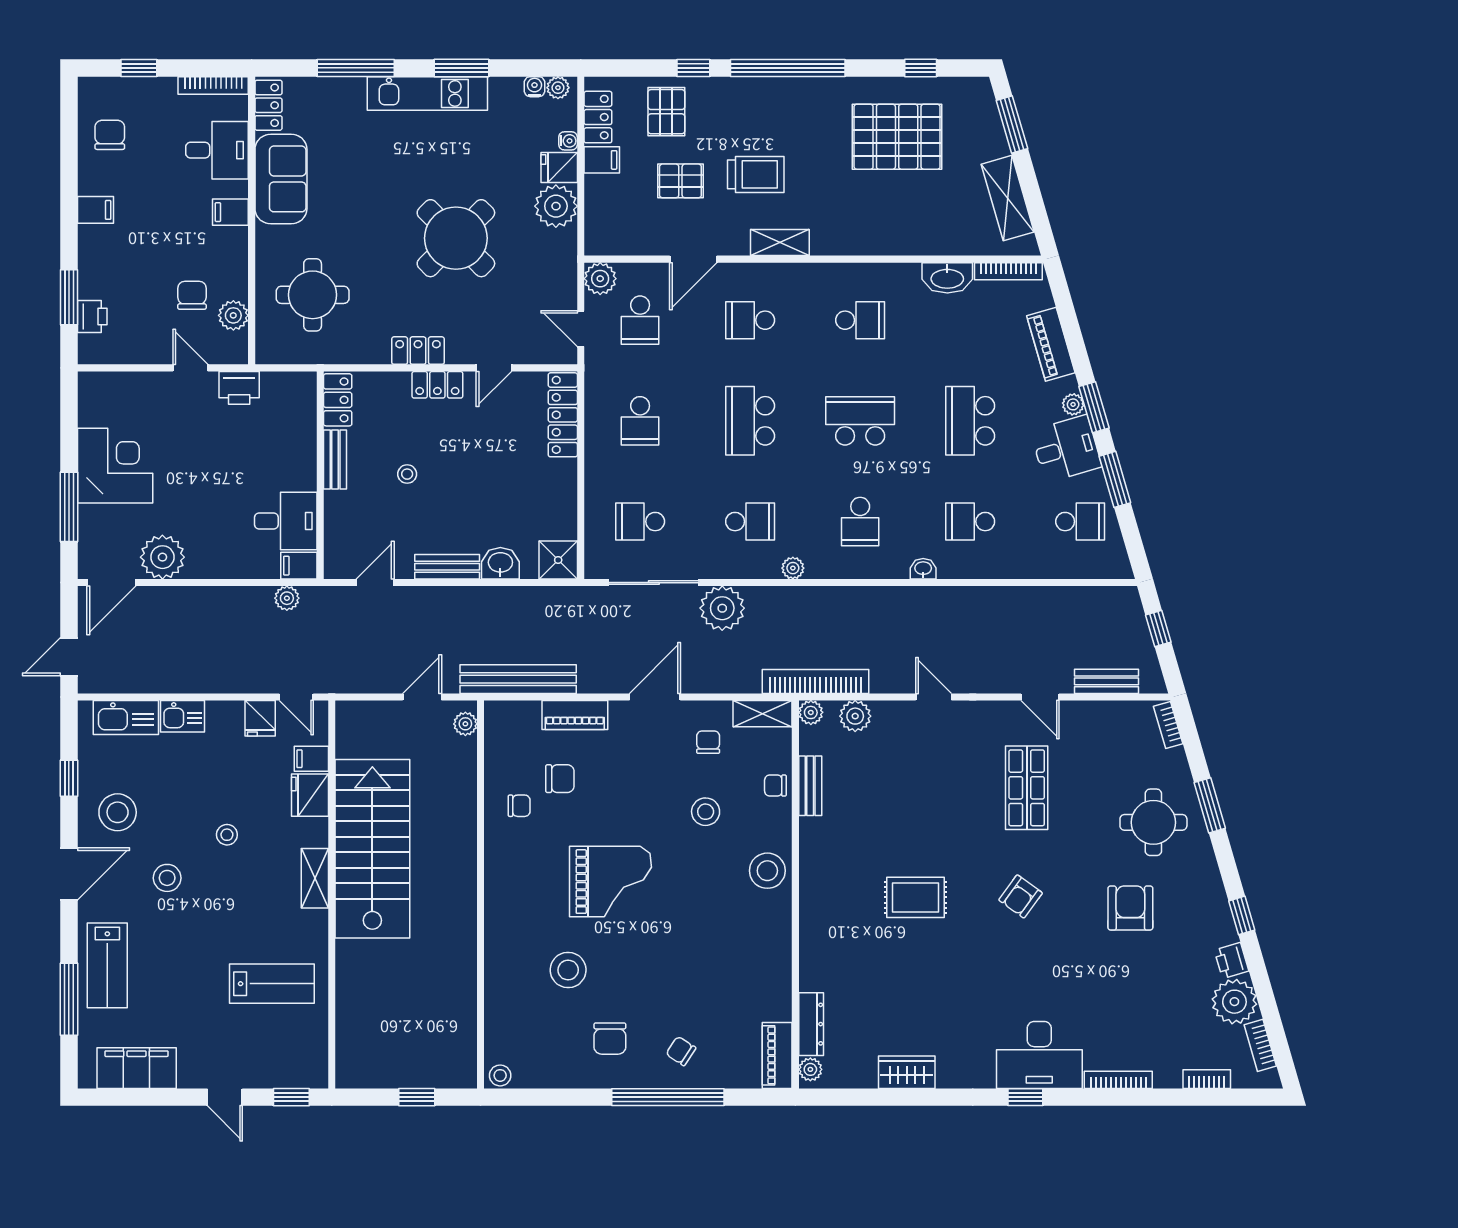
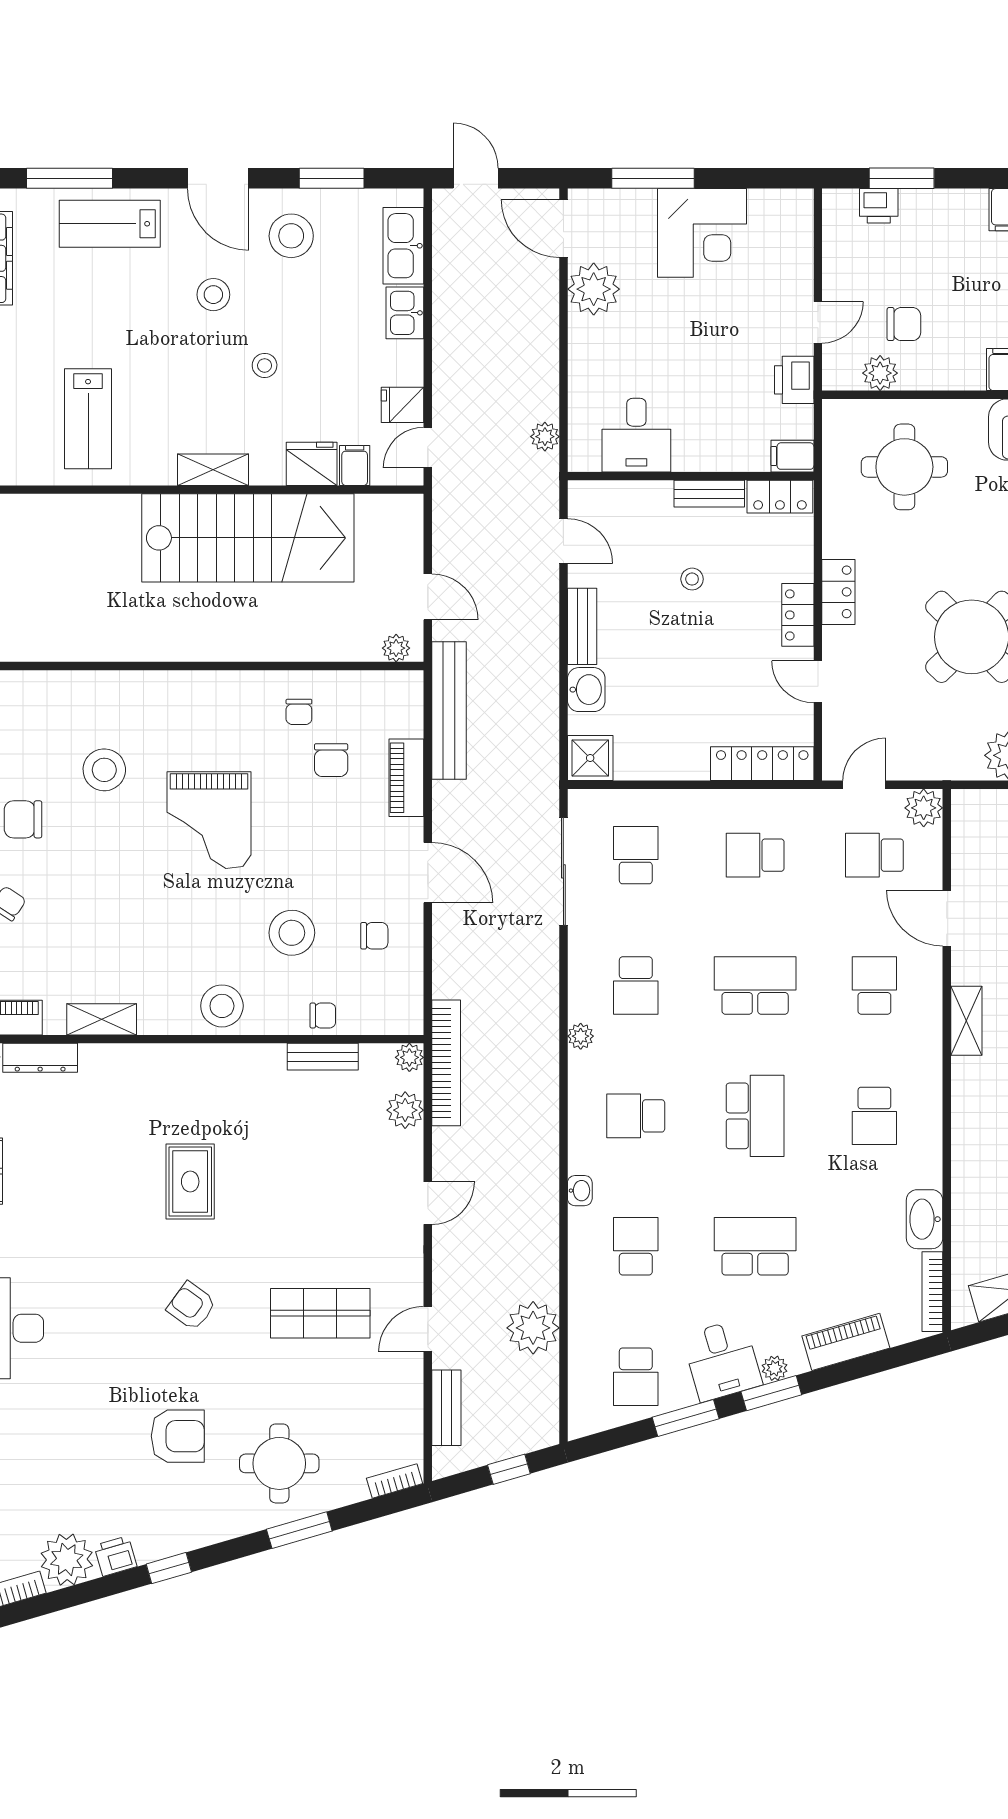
filing cabinet: (299, 566) -> (792, 456), moved, turned -90
plant: (722, 608) -> (533, 1328), moved
shelving: (763, 714) -> (102, 1019), moved, turned 90
window: (69, 778) -> (332, 178), width x1.50
chair: (775, 786) -> (323, 1015), turned 90
stool: (706, 812) -> (292, 933), width x1.38, depth x1.38

